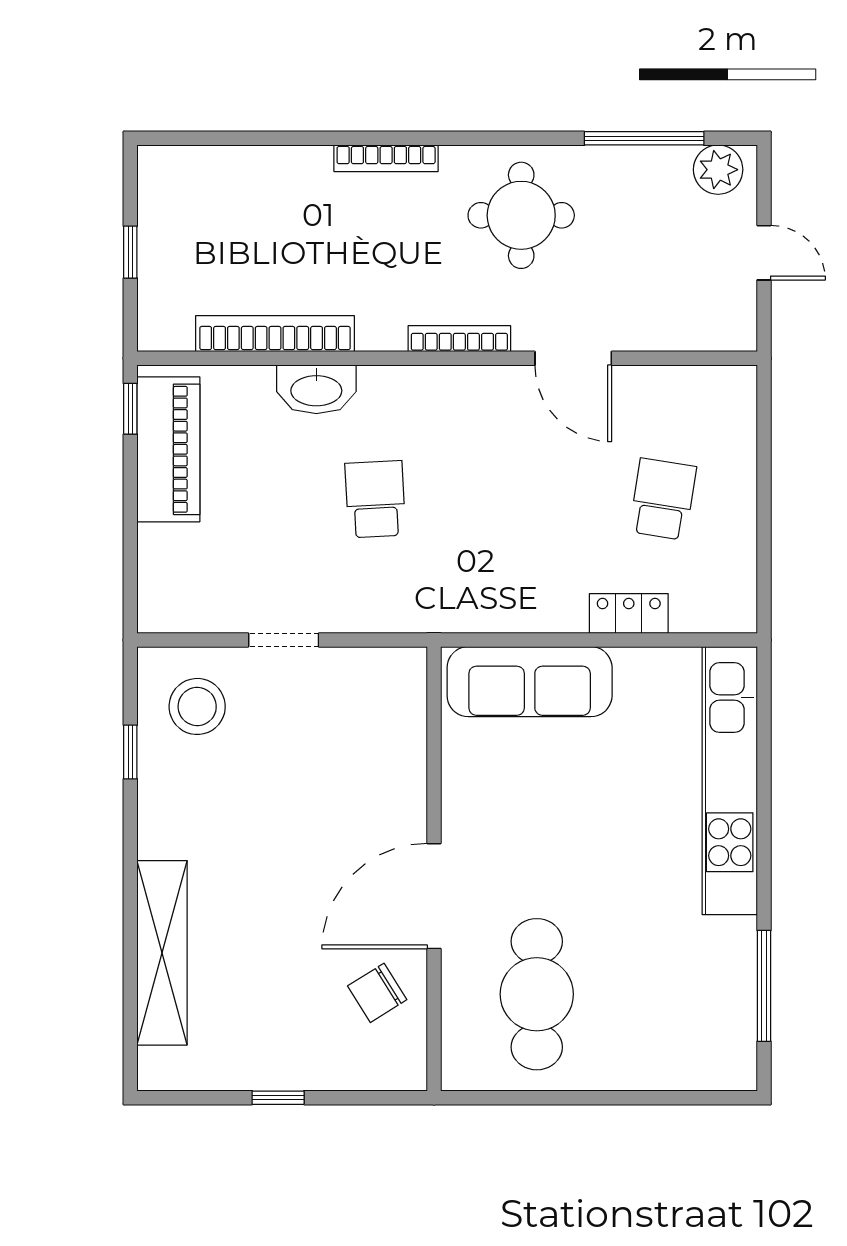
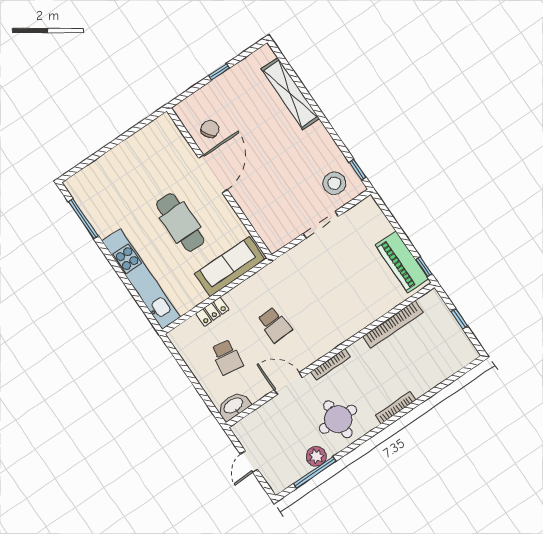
plant: (718, 170) -> (316, 456), moved
door: (764, 253) -> (249, 462), hinge flipped
washbasin: (316, 389) -> (234, 406), moved
school desk: (375, 499) -> (275, 325), moved
doorway: (284, 640) -> (321, 225), width x1.38
window: (130, 752) -> (358, 170), moved
cafe table: (537, 994) -> (180, 222), moved

